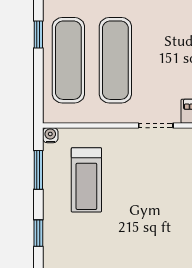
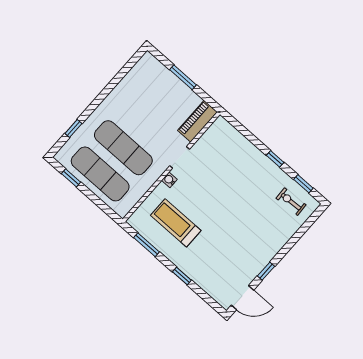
water cooler: (50, 135) -> (169, 180), moved
treadmill: (86, 180) -> (176, 223), turned 180

